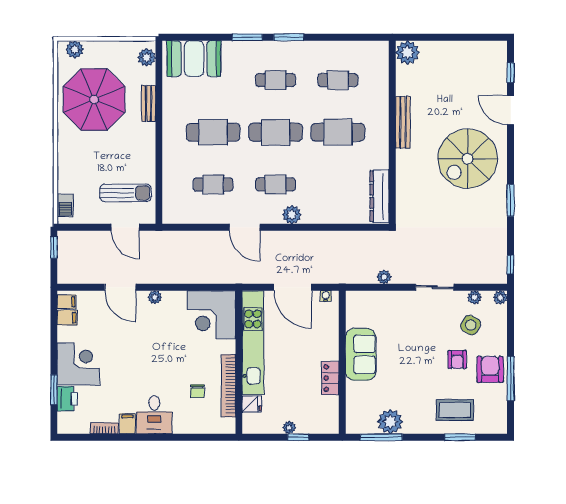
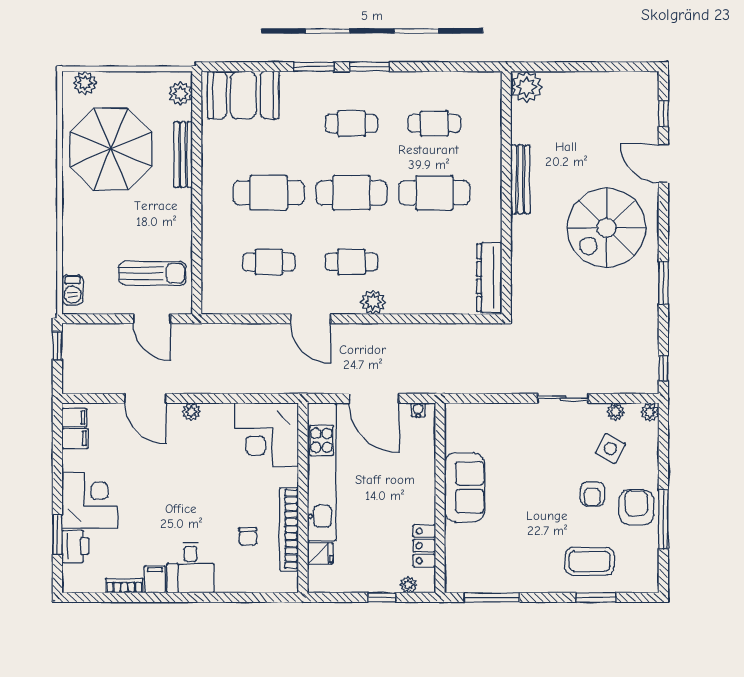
bench: (149, 104) -> (183, 155), width x1.36
plant: (384, 277) -> (495, 385), removed
locker: (330, 378) -> (424, 546), moved
plant: (390, 422) -> (504, 577), removed
plant: (289, 428) -> (409, 585), moved

